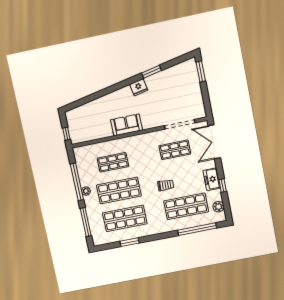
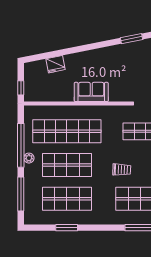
fridge: (139, 87) -> (55, 64), moved
shop shelf: (113, 162) -> (67, 131), width x2.00, depth x1.36

